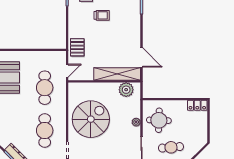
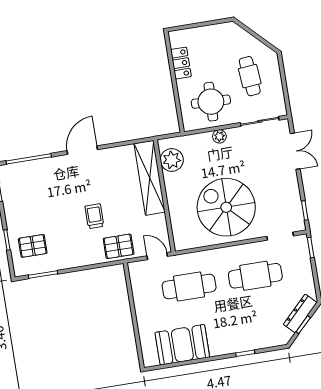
trolley: (102, 15) -> (94, 216), moved
door: (141, 57) -> (82, 150), moved
locker: (197, 105) -> (181, 63), moved

